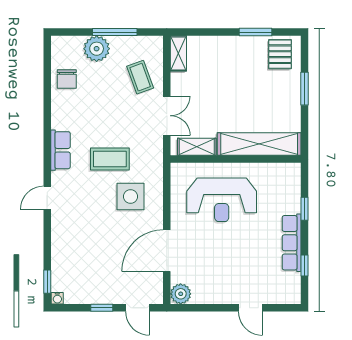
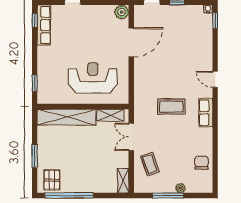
window: (255, 32) -> (69, 196), width x2.11
plant: (97, 49) -> (181, 188), width x0.53, depth x0.53
side table: (130, 196) -> (157, 80), removed
door: (47, 198) -> (215, 79), swing flipped
window: (305, 209) -> (35, 83), moved
row of seats: (292, 243) -> (44, 25), moved
window: (305, 265) -> (35, 21), moved

